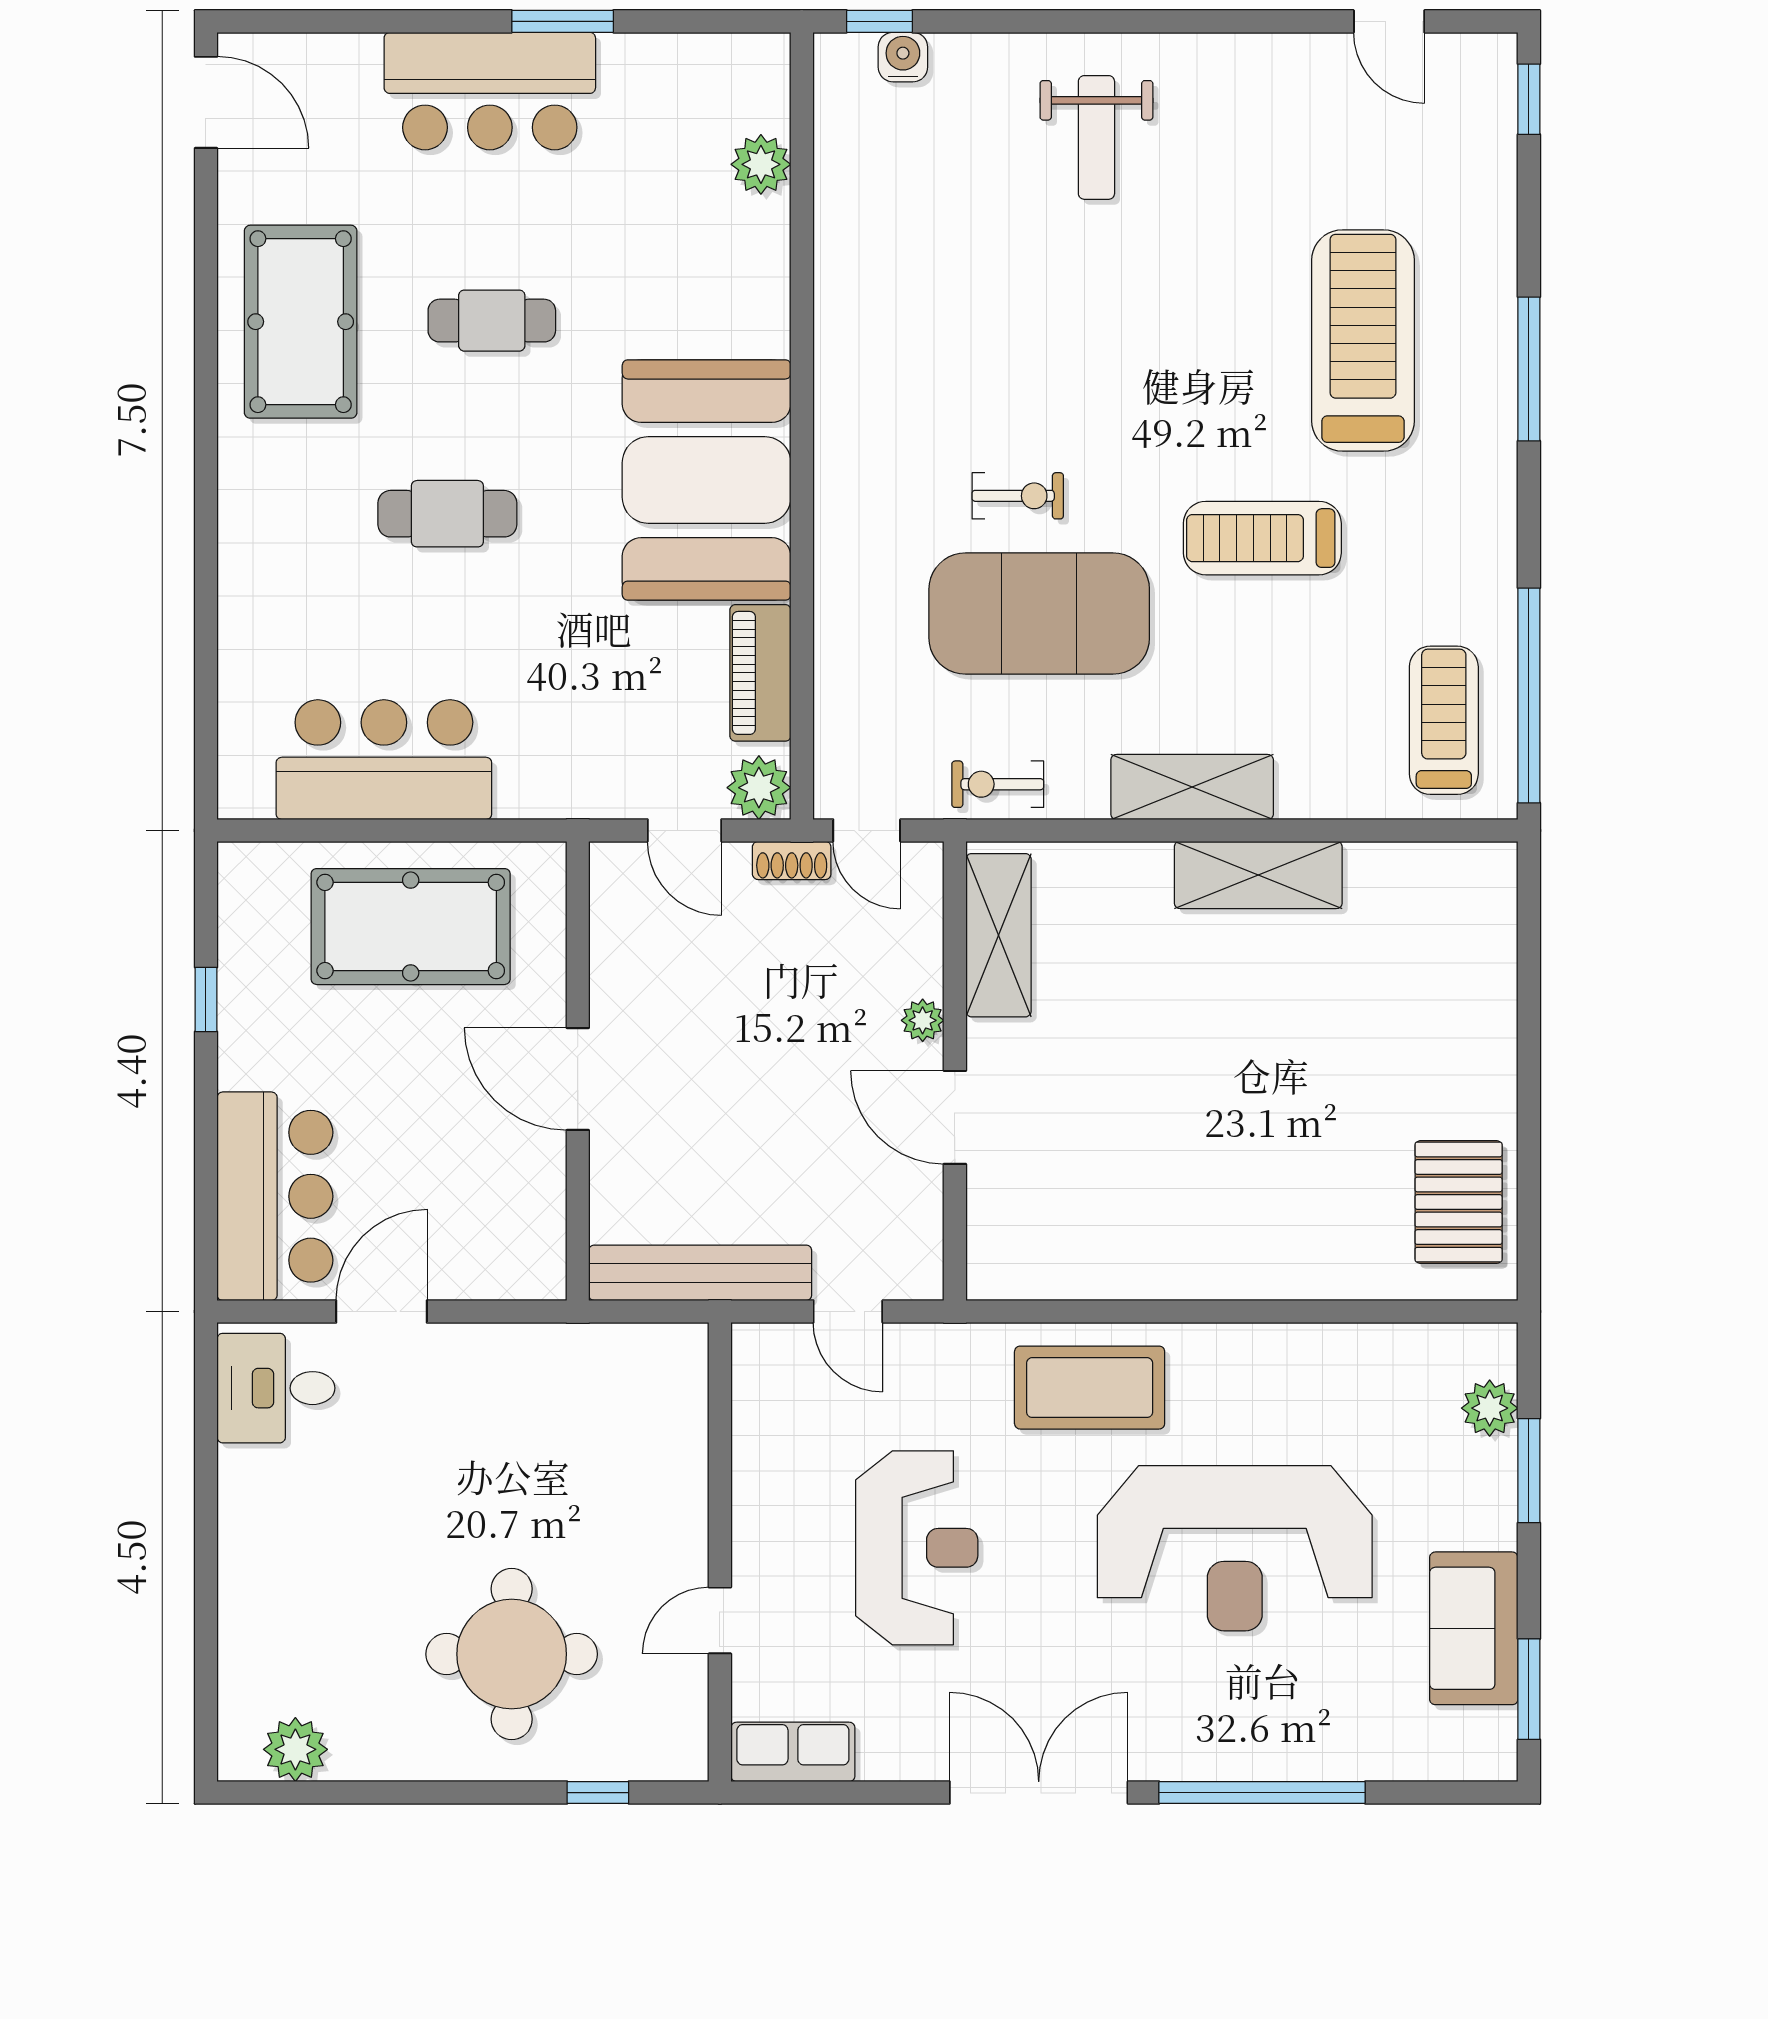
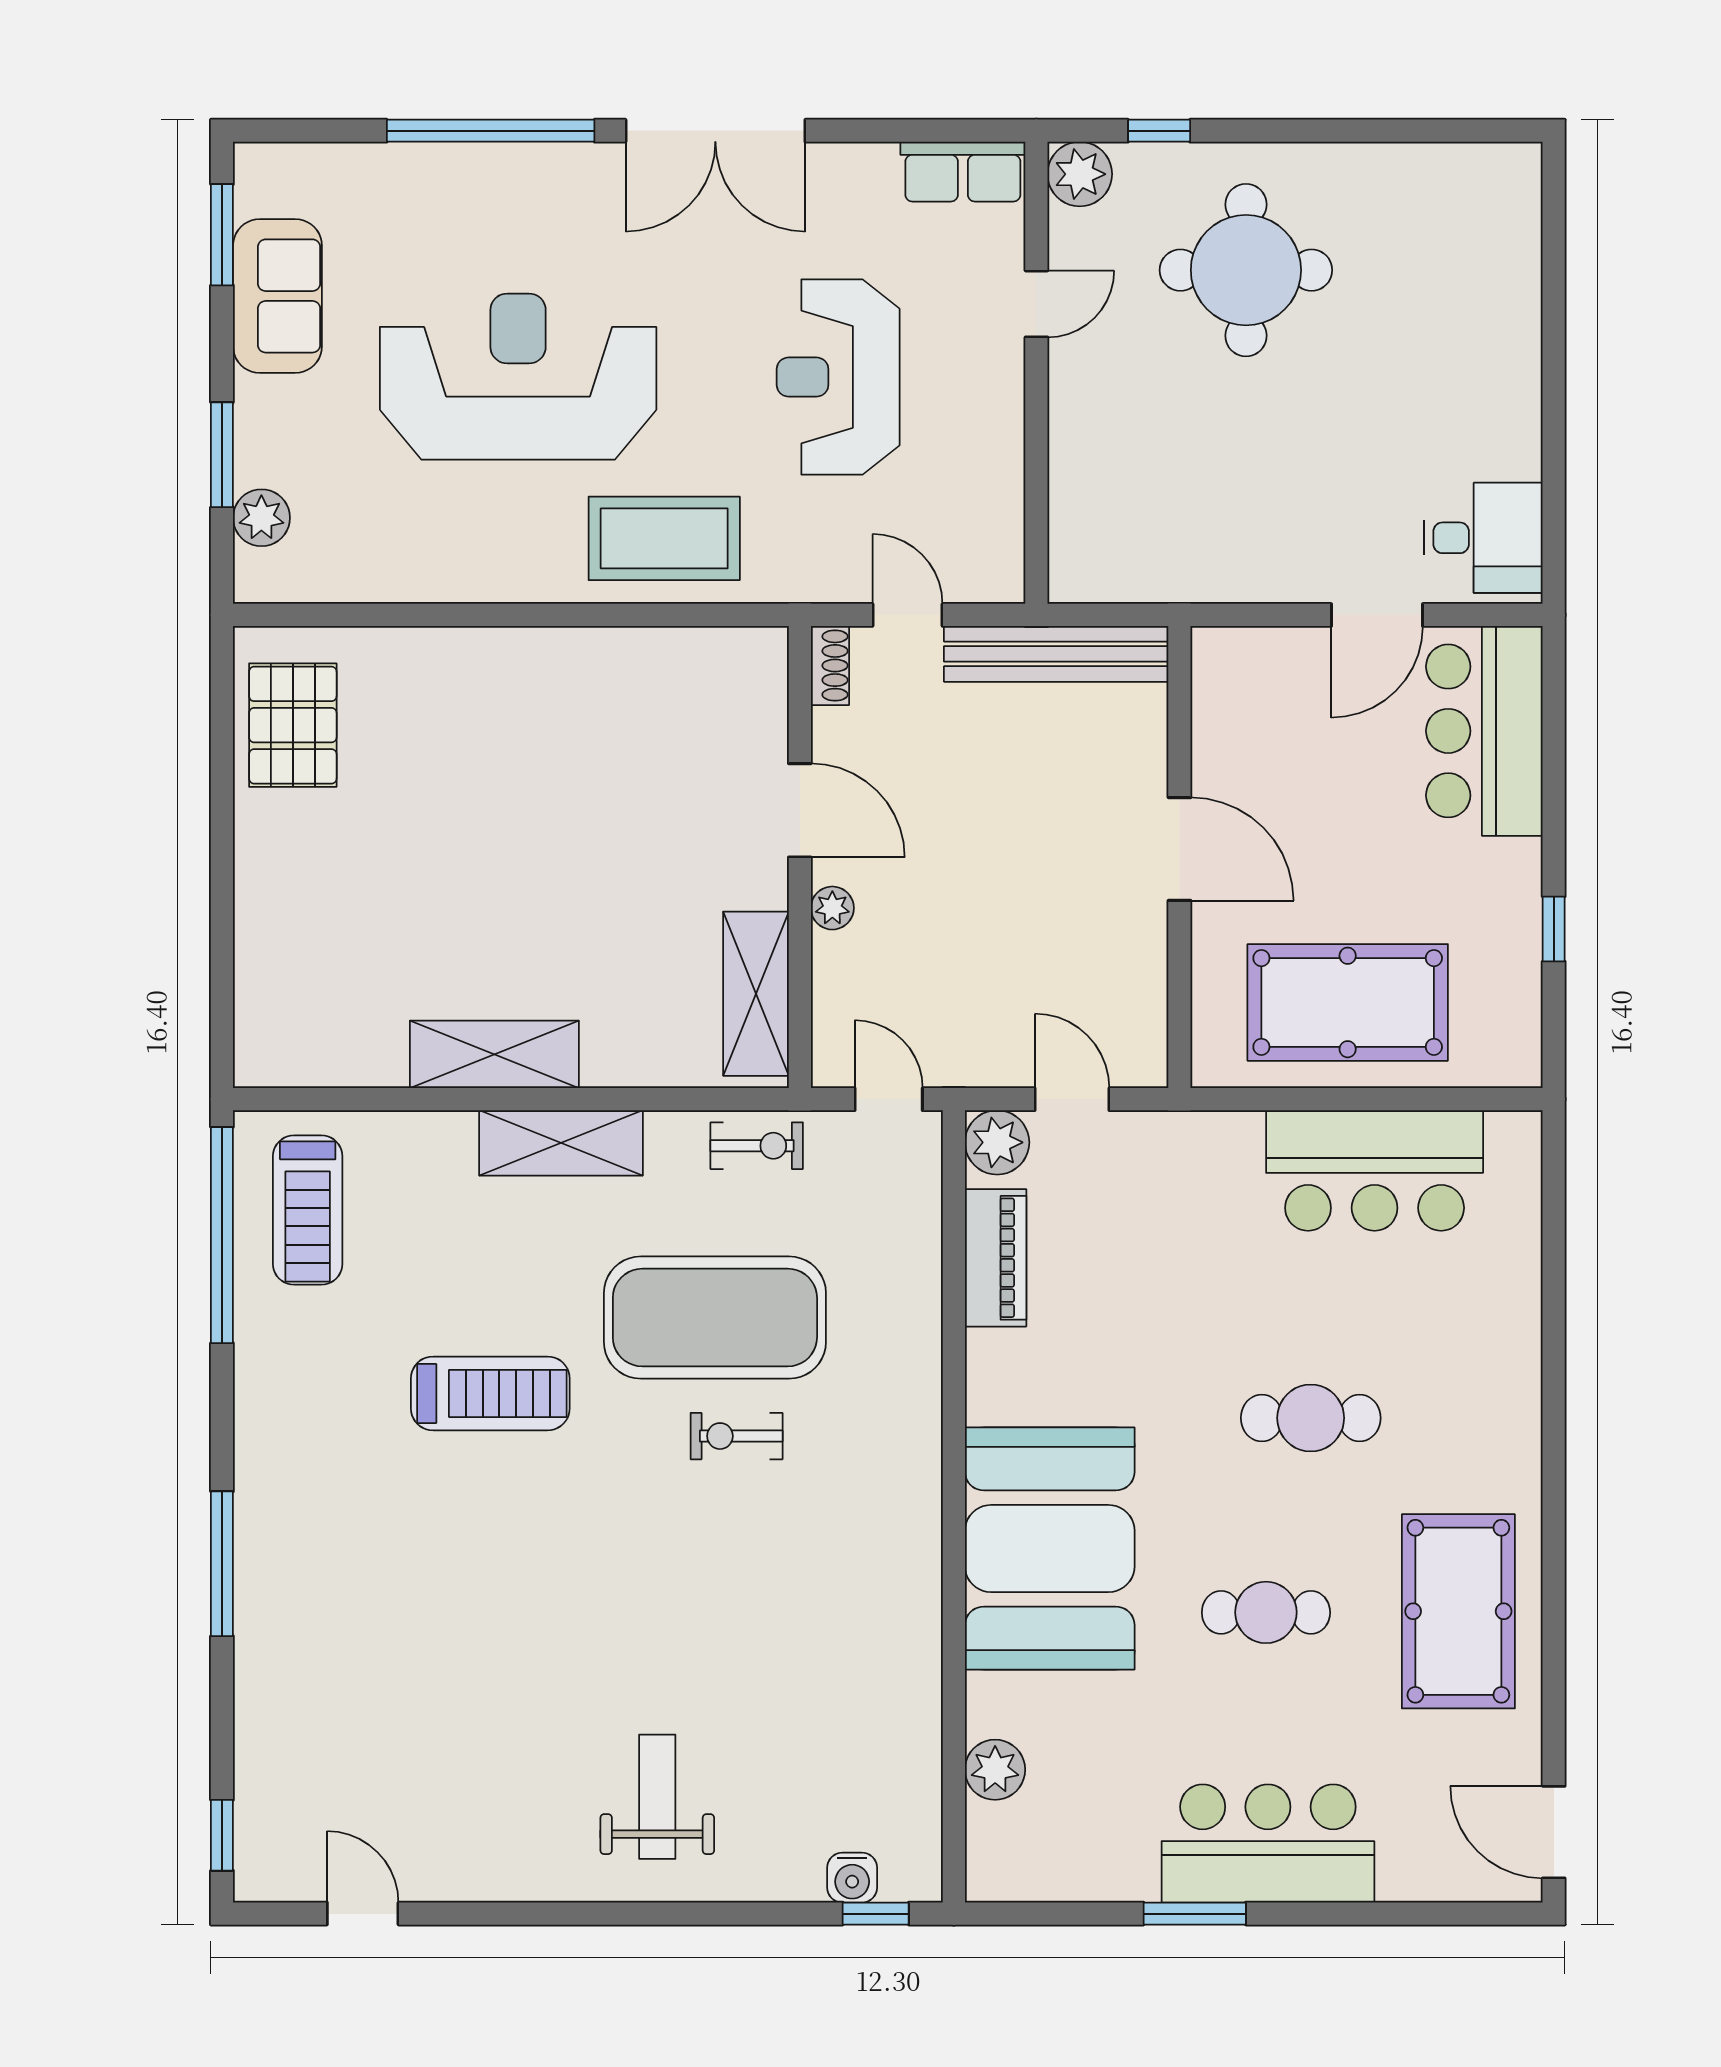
treadmill: (1363, 341) -> (389, 1592), removed
booth: (707, 480) -> (1050, 1549), moved
shoe rack: (792, 860) -> (830, 666), moved, turned 90
plant: (295, 1749) -> (1080, 174), moved

